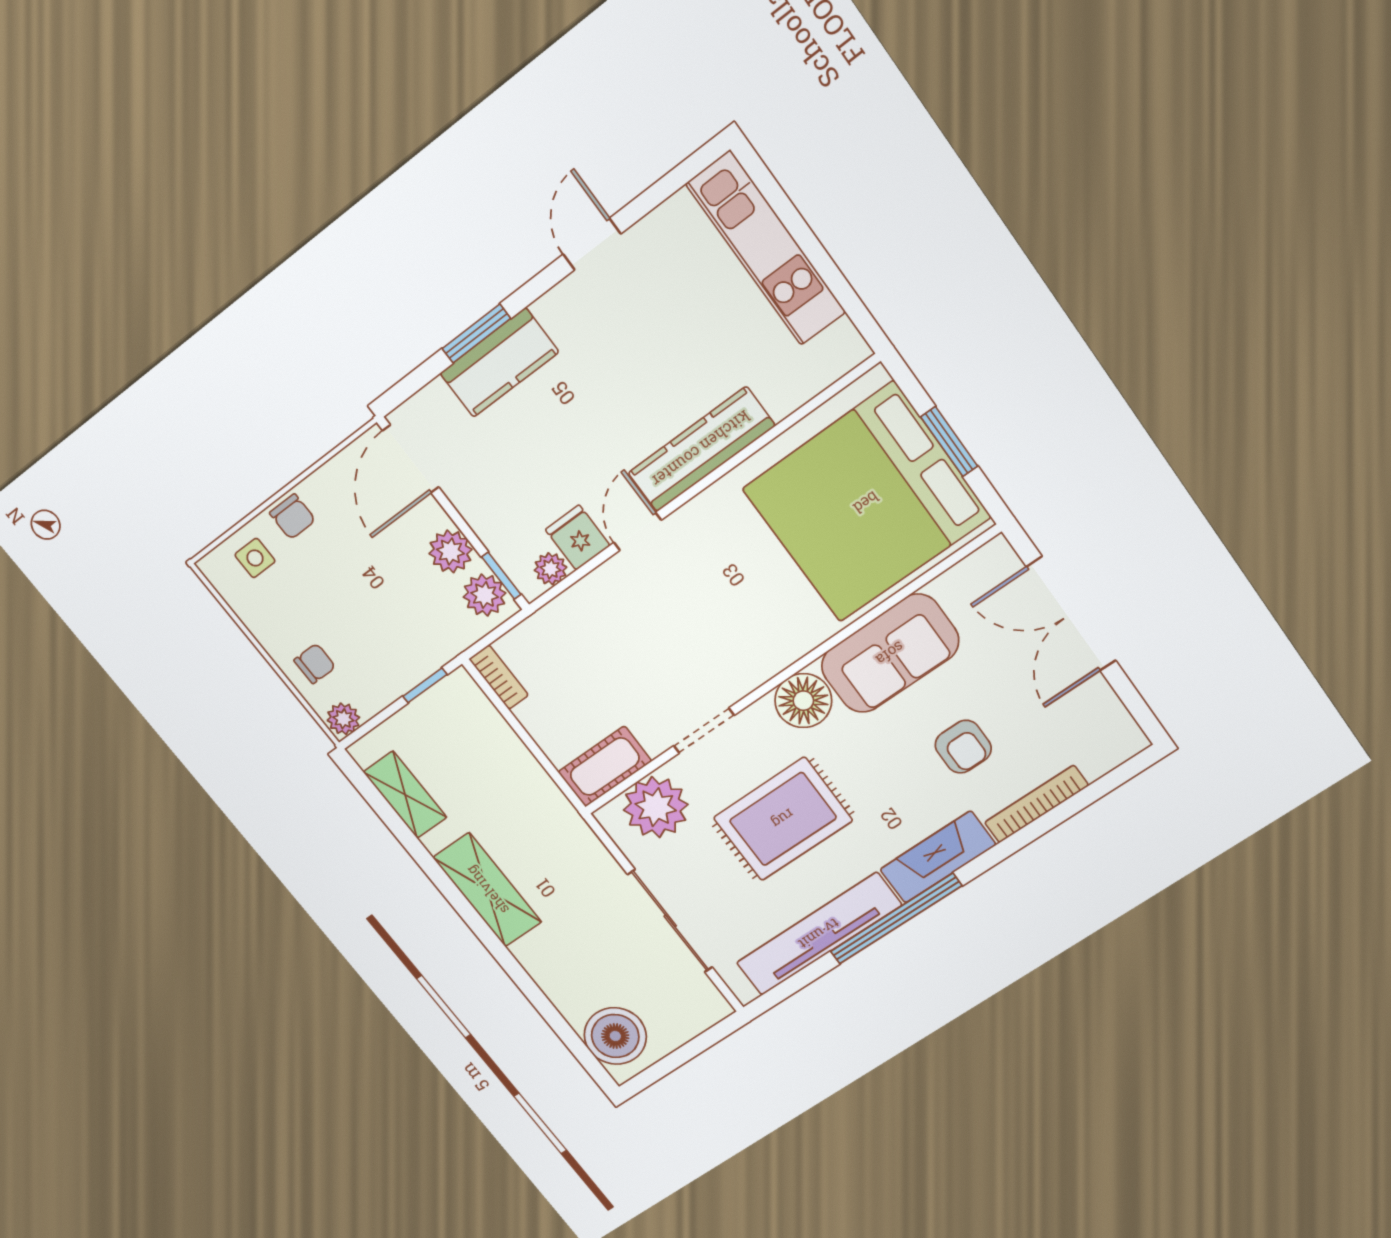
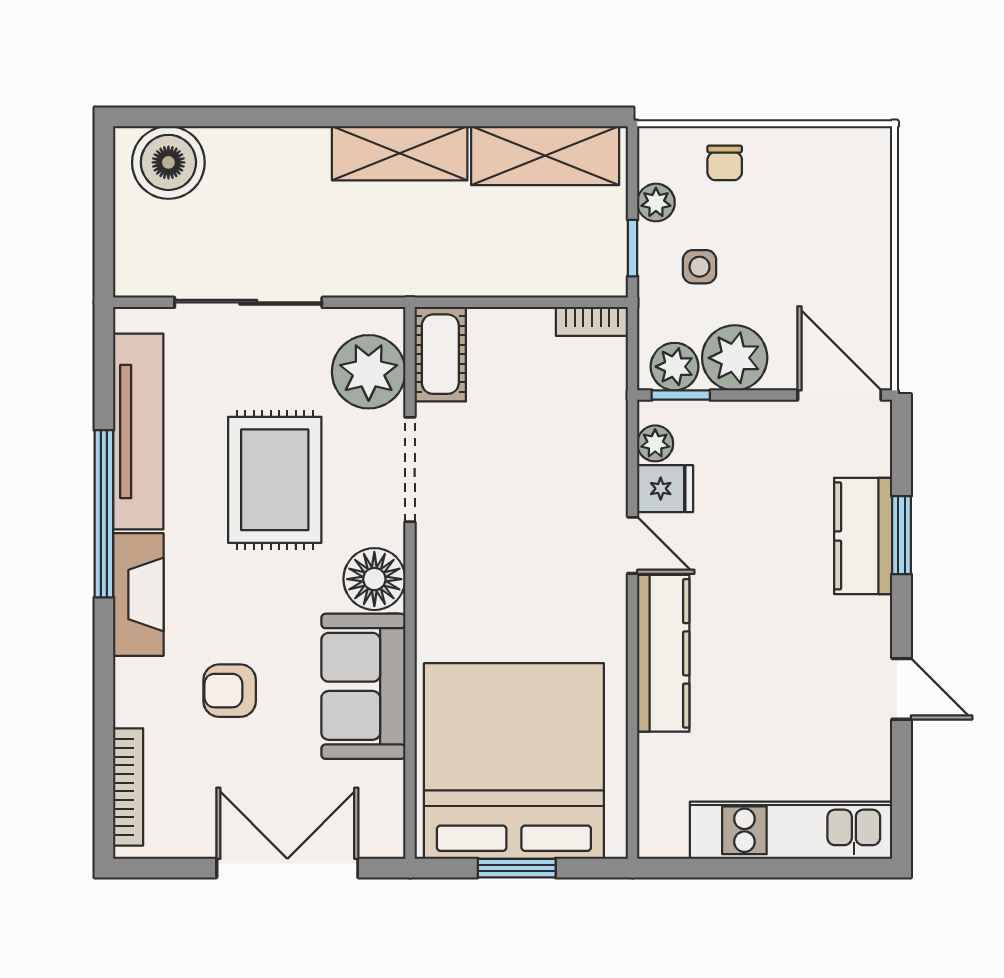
chair: (293, 517) -> (867, 250), removed
plant: (450, 551) -> (735, 358), width x1.36, depth x1.36
side table: (255, 558) -> (700, 267), moved
plant: (343, 719) -> (656, 203), moved
doorway: (704, 731) -> (410, 470), width x1.38
shelving: (405, 795) -> (545, 156), width x1.50, depth x1.33
bookcase: (1036, 804) -> (128, 787), moved

